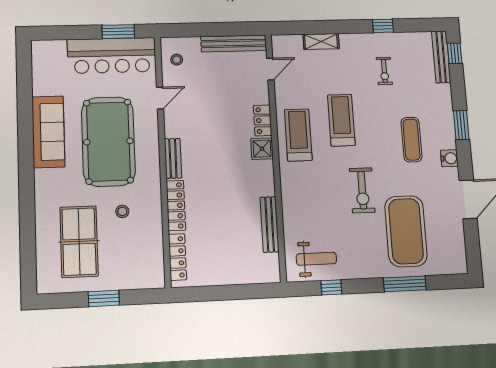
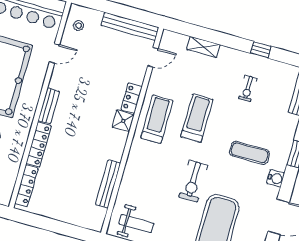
exercise mat: (411, 140) -> (250, 153), turned 90

